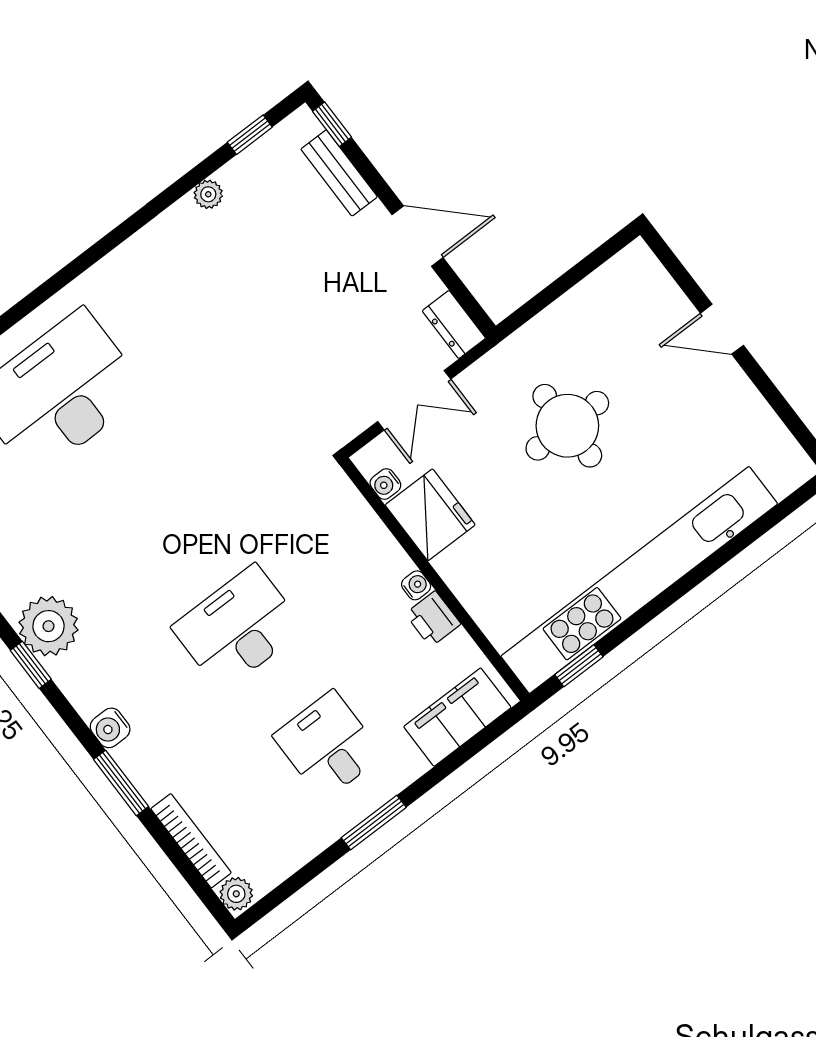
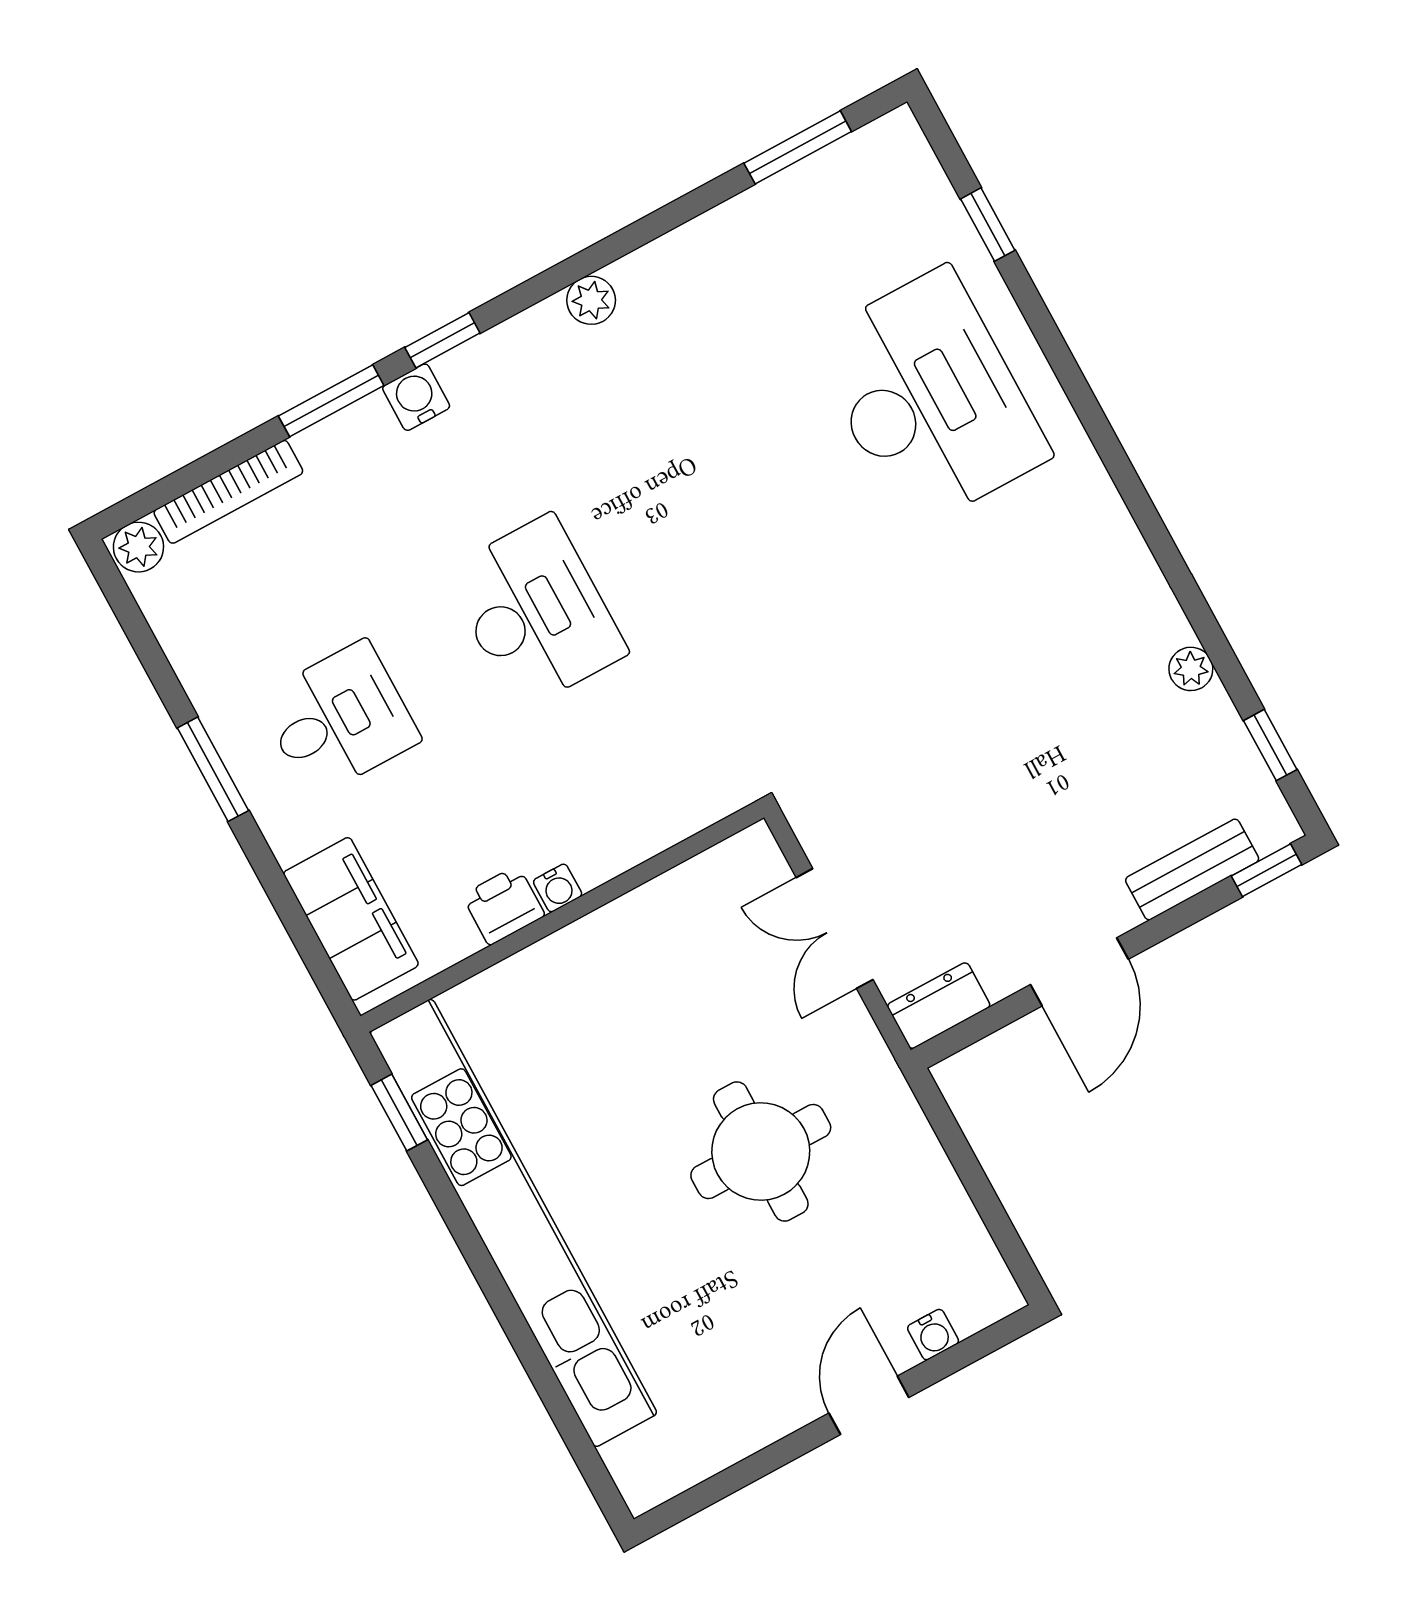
water cooler: (385, 484) -> (933, 1335), moved, turned 180
fridge: (430, 515) -> (660, 926), removed
plant: (48, 626) -> (591, 300), width x0.53, depth x0.53
window: (31, 665) -> (442, 340), moved

